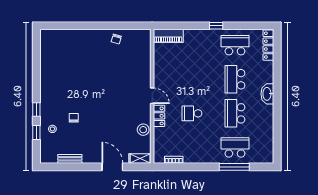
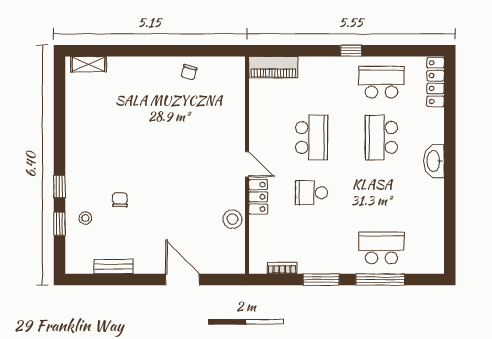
school desk: (235, 113) -> (312, 137), moved, turned 180
shelving: (140, 159) -> (89, 64), moved
window: (198, 167) -> (321, 280), added

